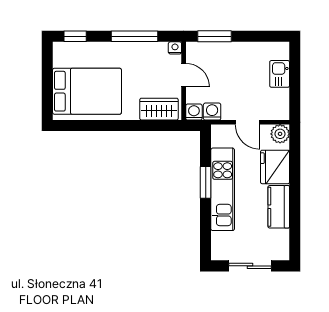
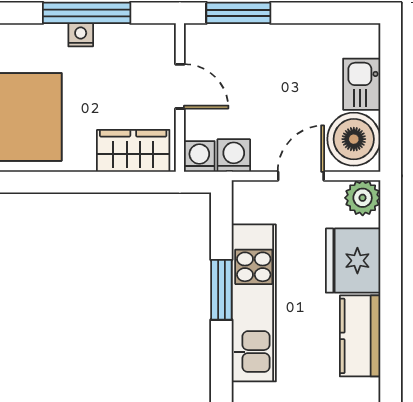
nightstand: (175, 48) -> (81, 35), moved
boiler: (275, 103) -> (354, 139), added
door: (247, 122) -> (301, 176), swing flipped

